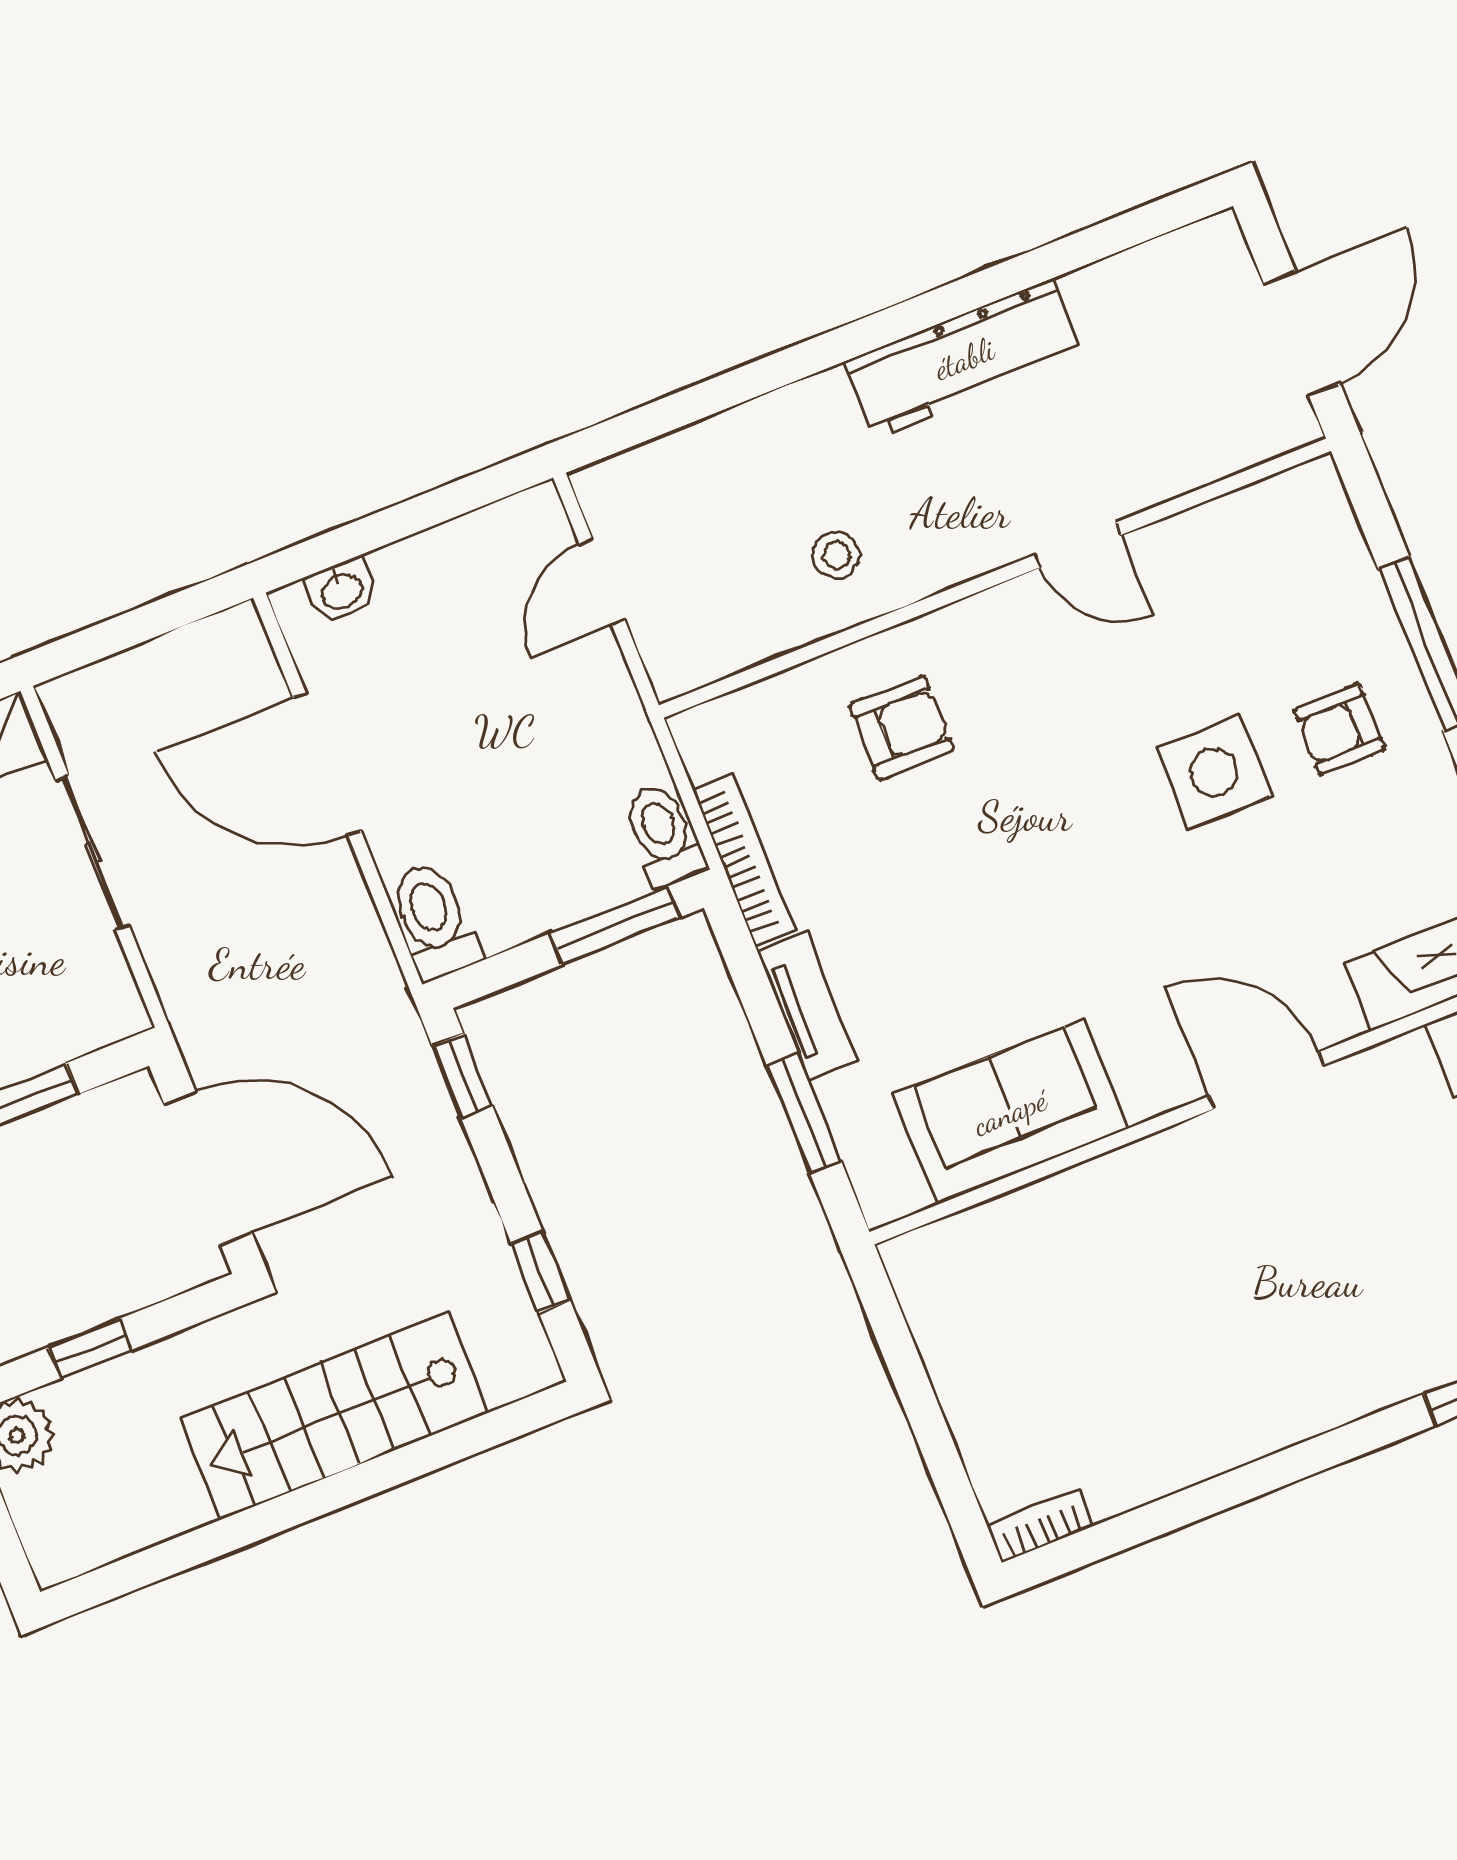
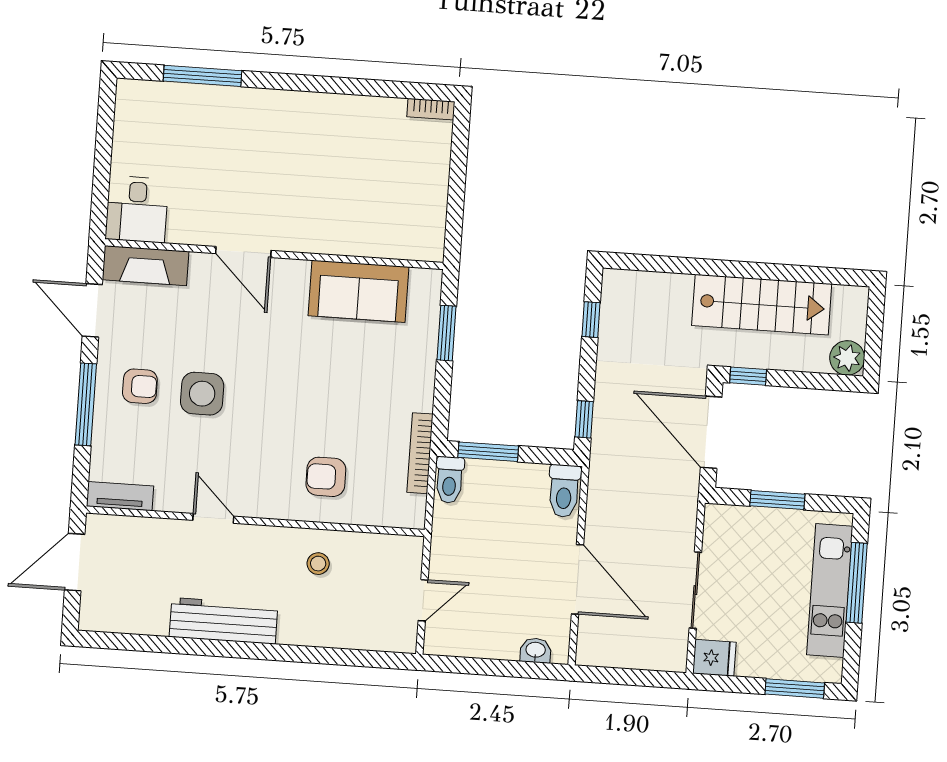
tv unit: (807, 1006) -> (120, 496), moved, turned 90
window: (90, 1349) -> (748, 376), moved
stairs: (334, 1416) -> (762, 305), moved

